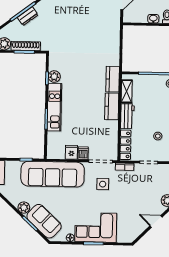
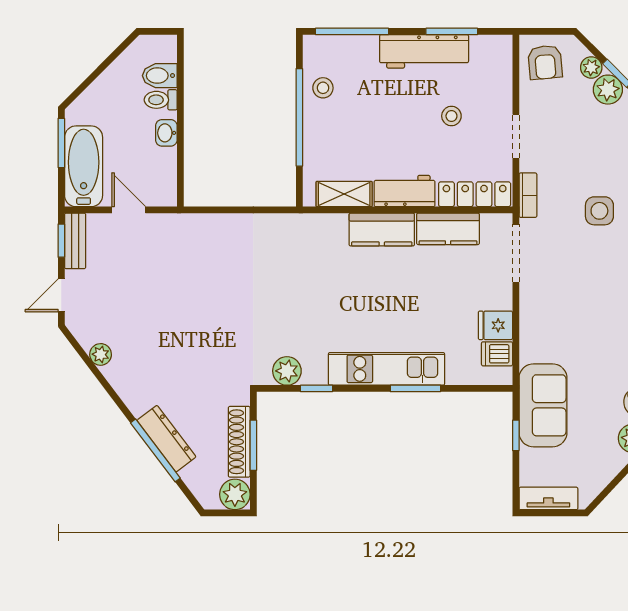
dresser: (28, 16) -> (166, 439), width x1.44
plant: (54, 77) -> (287, 371), moved
kitchen counter: (113, 79) -> (448, 229), moved
dishwasher: (83, 153) -> (497, 354), moved
sofa: (53, 174) -> (543, 405), width x0.54, depth x0.79
side table: (103, 184) -> (599, 211), moved

